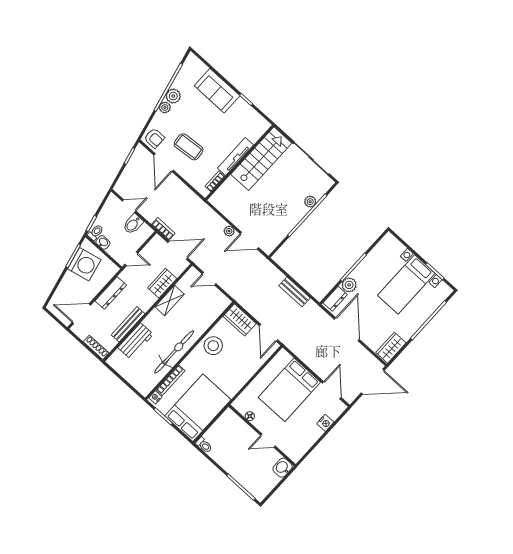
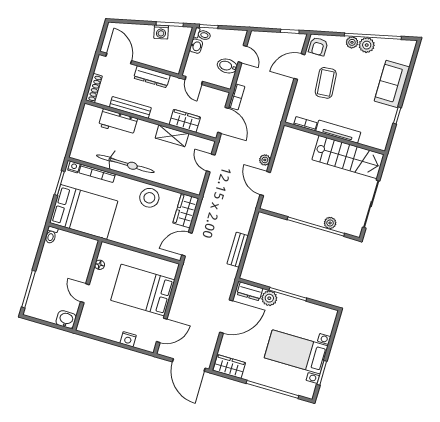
washing machine: (84, 264) -> (161, 32), width x0.53, depth x0.53

